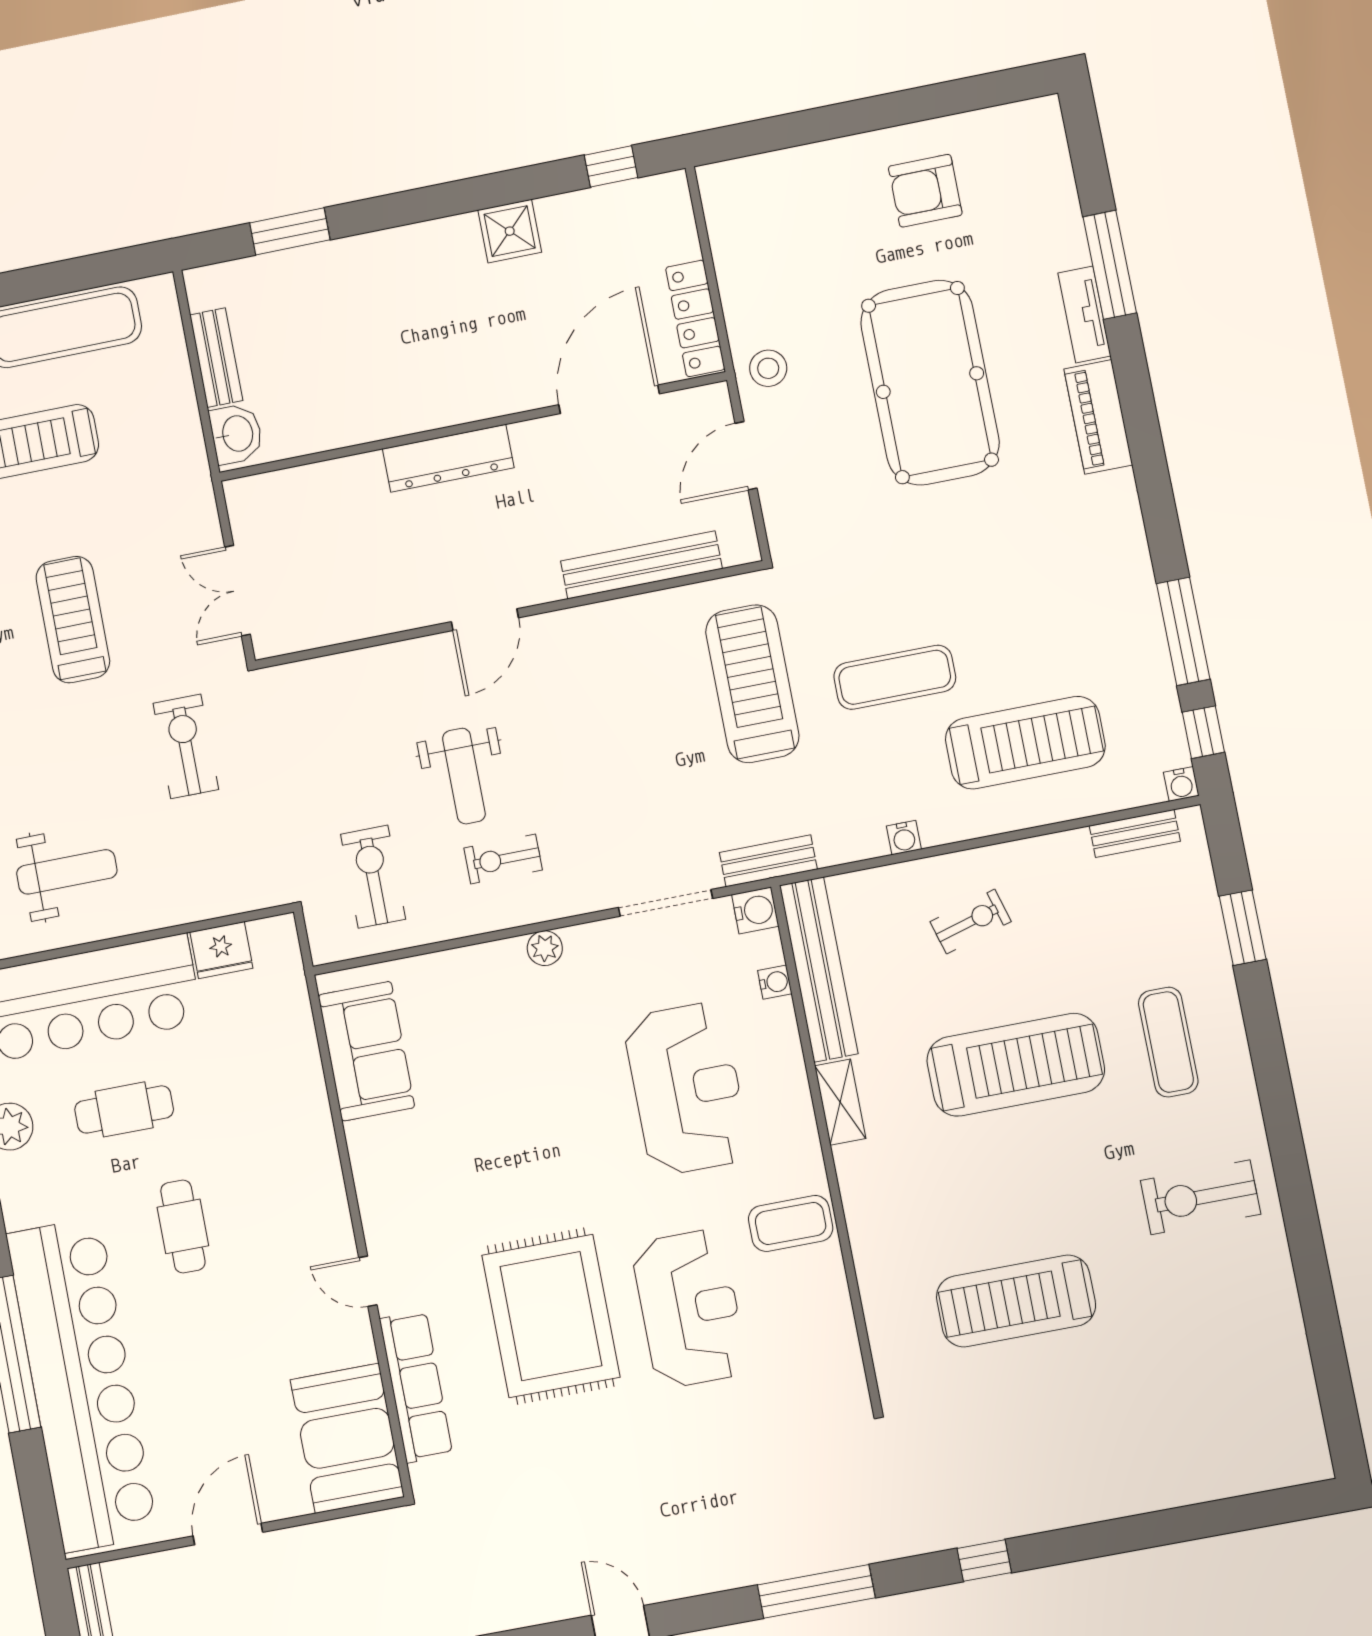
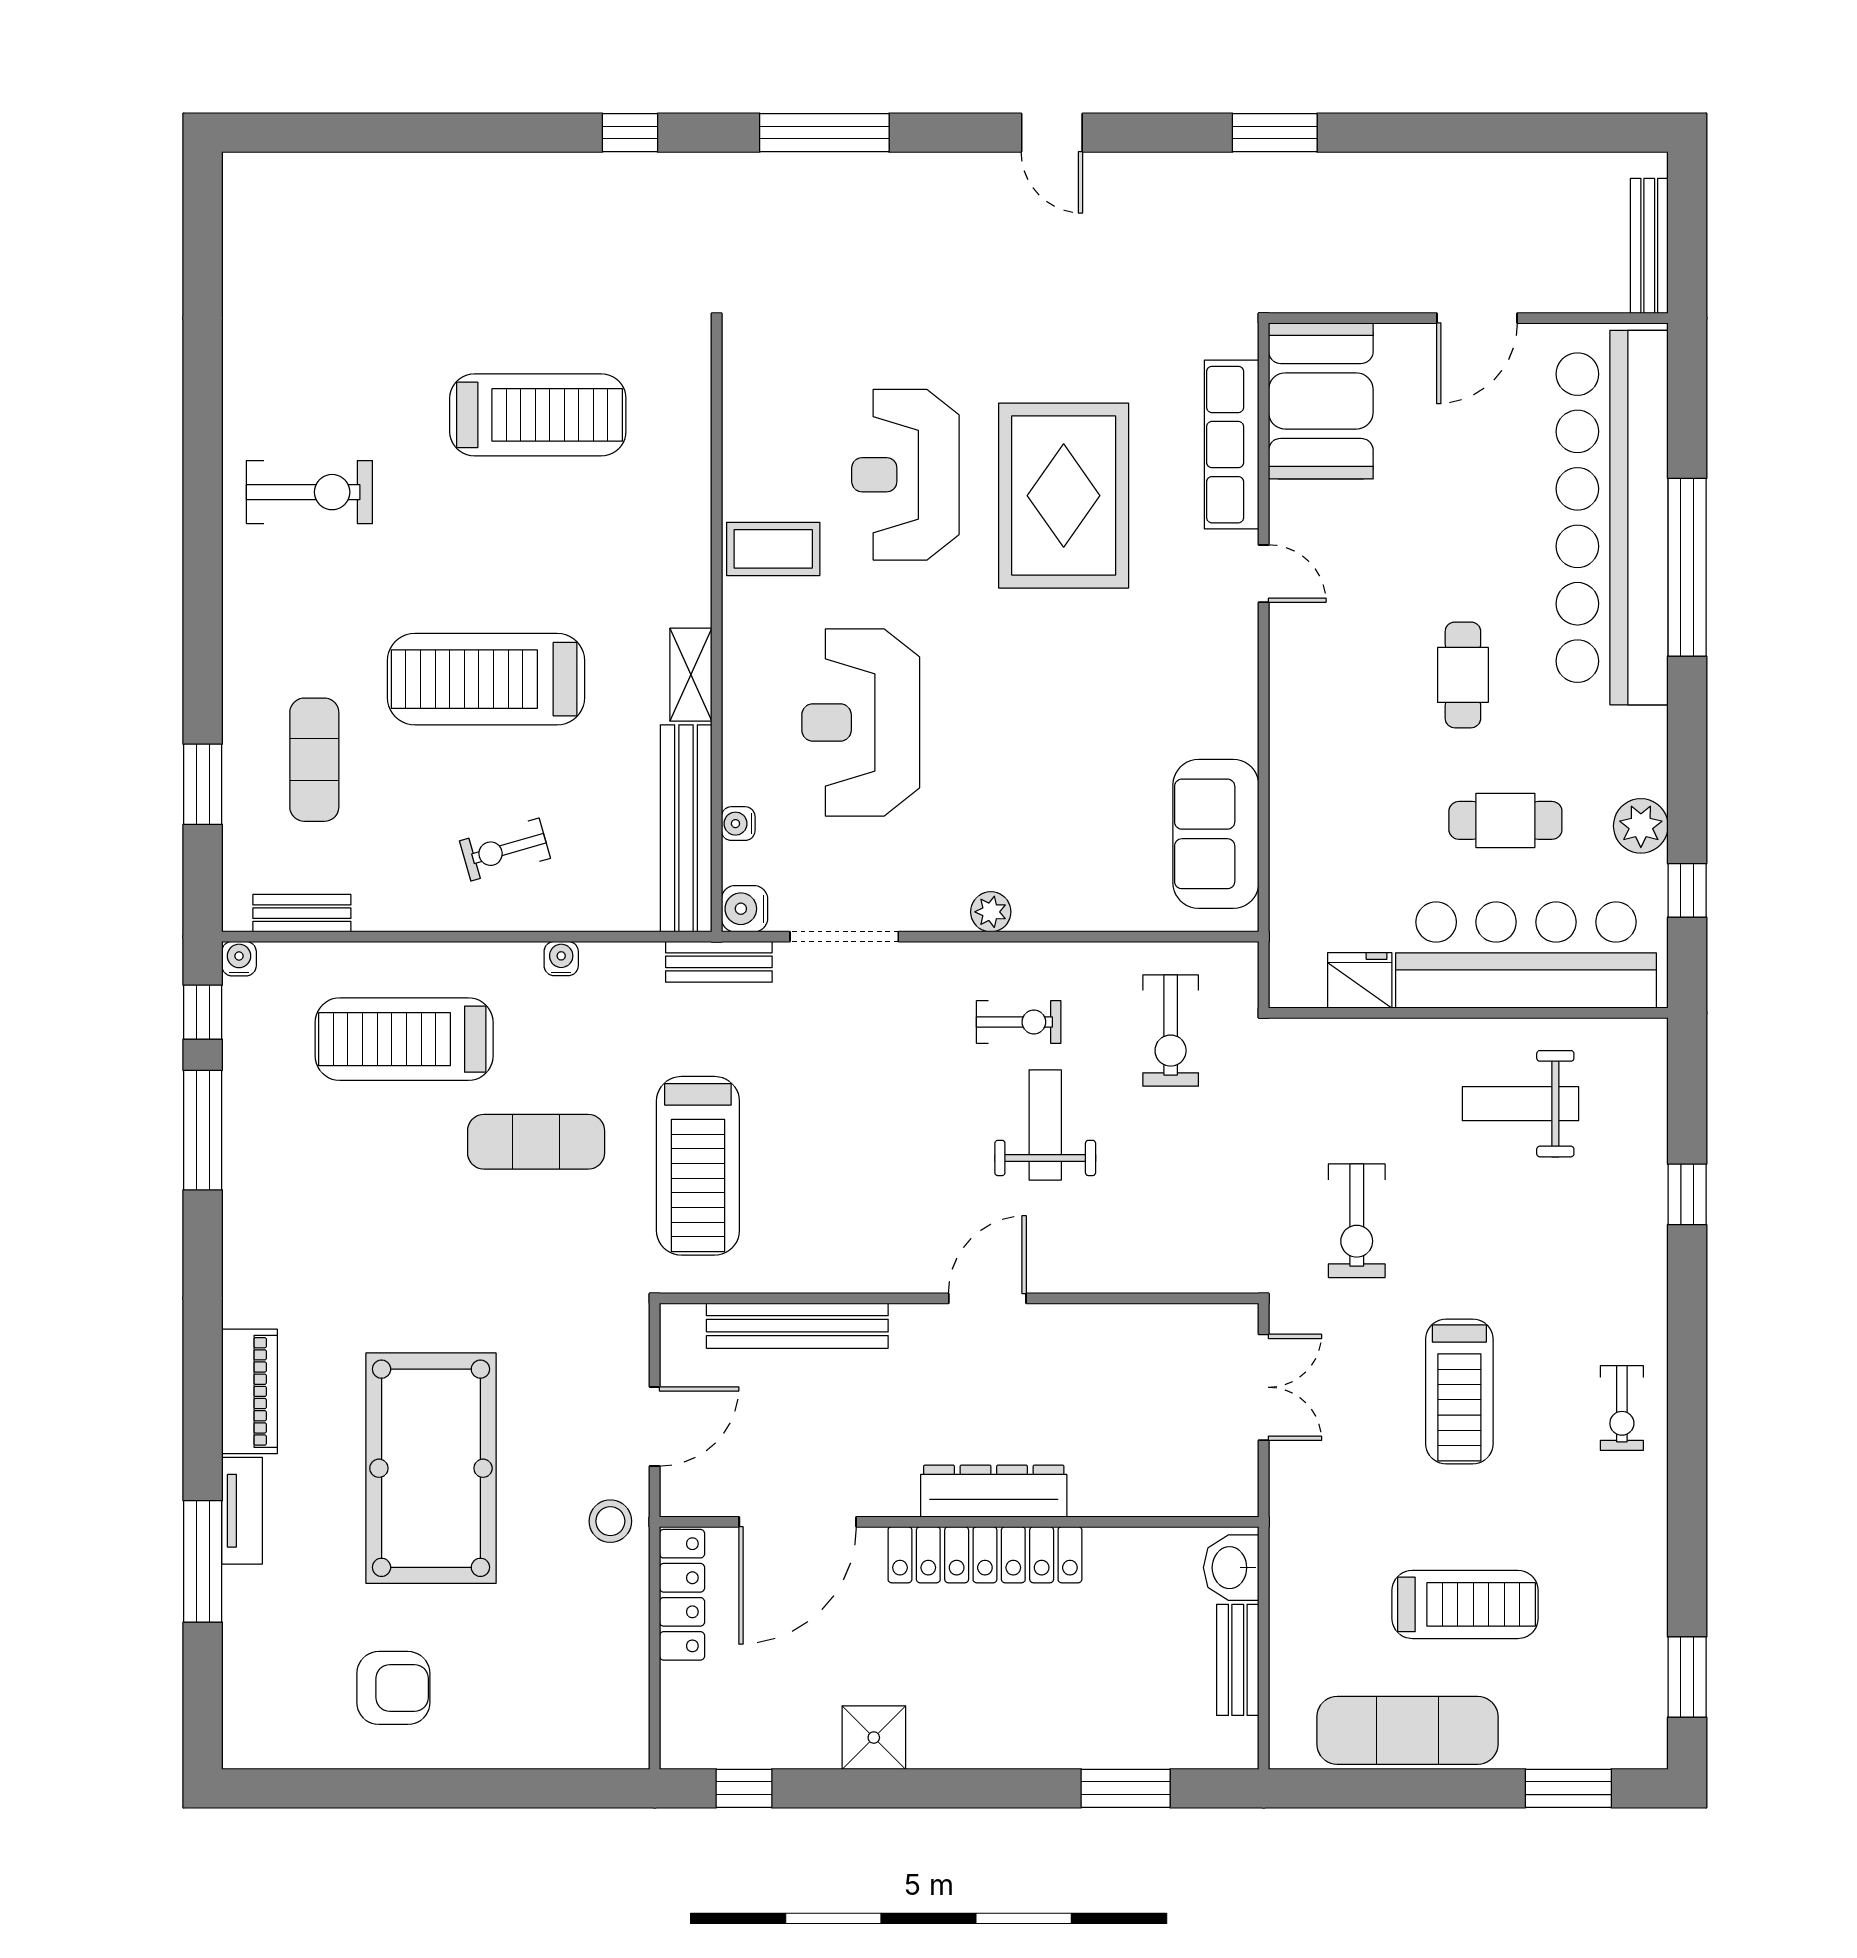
locker: (445, 403) -> (985, 1555), added
exercise mat: (1168, 1042) -> (314, 760), moved

